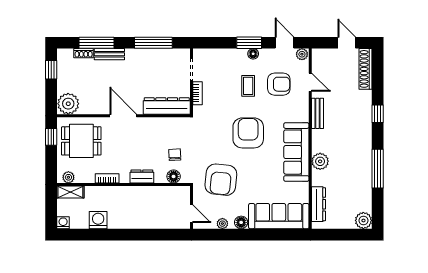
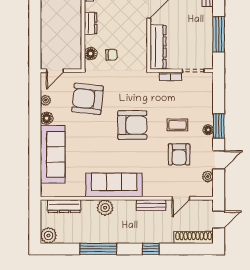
door: (310, 82) -> (181, 198), moved
bench: (318, 113) -> (151, 205), moved
wall: (310, 139) -> (127, 198), moved
sofa: (296, 152) -> (114, 185), moved
plant: (320, 161) -> (105, 208), moved
dresser: (319, 204) -> (64, 206), moved

